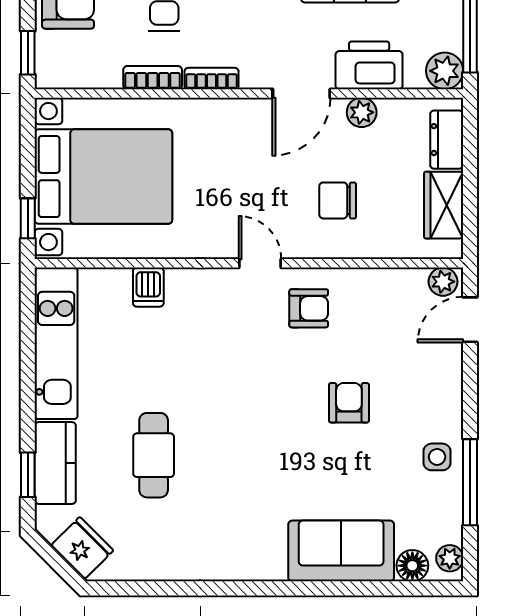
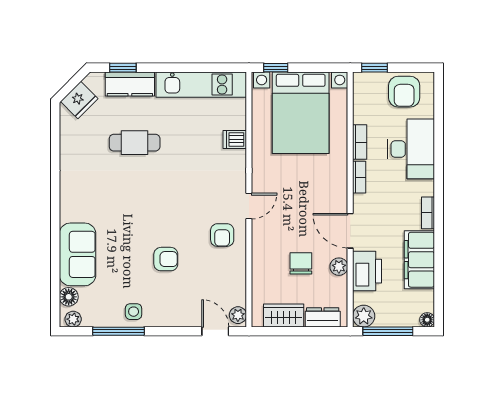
chair: (338, 200) -> (301, 263), moved

